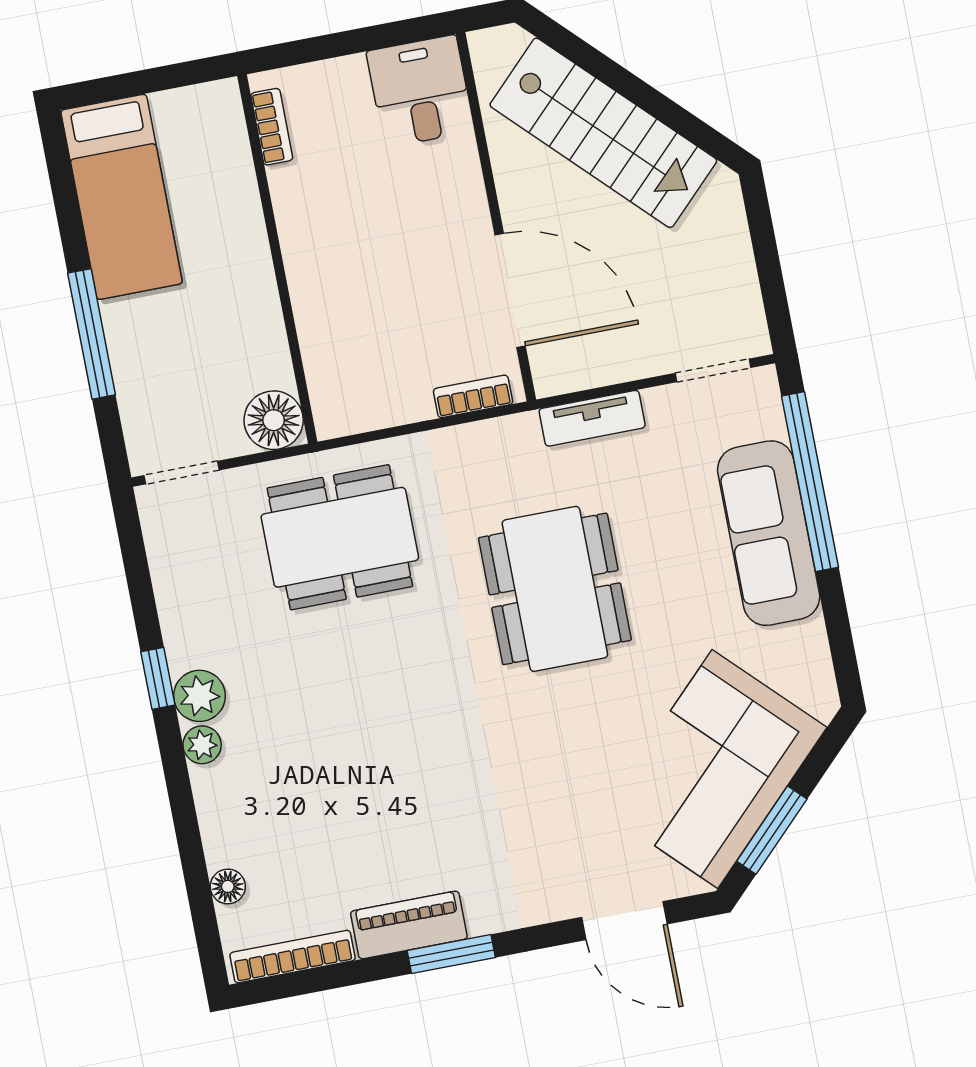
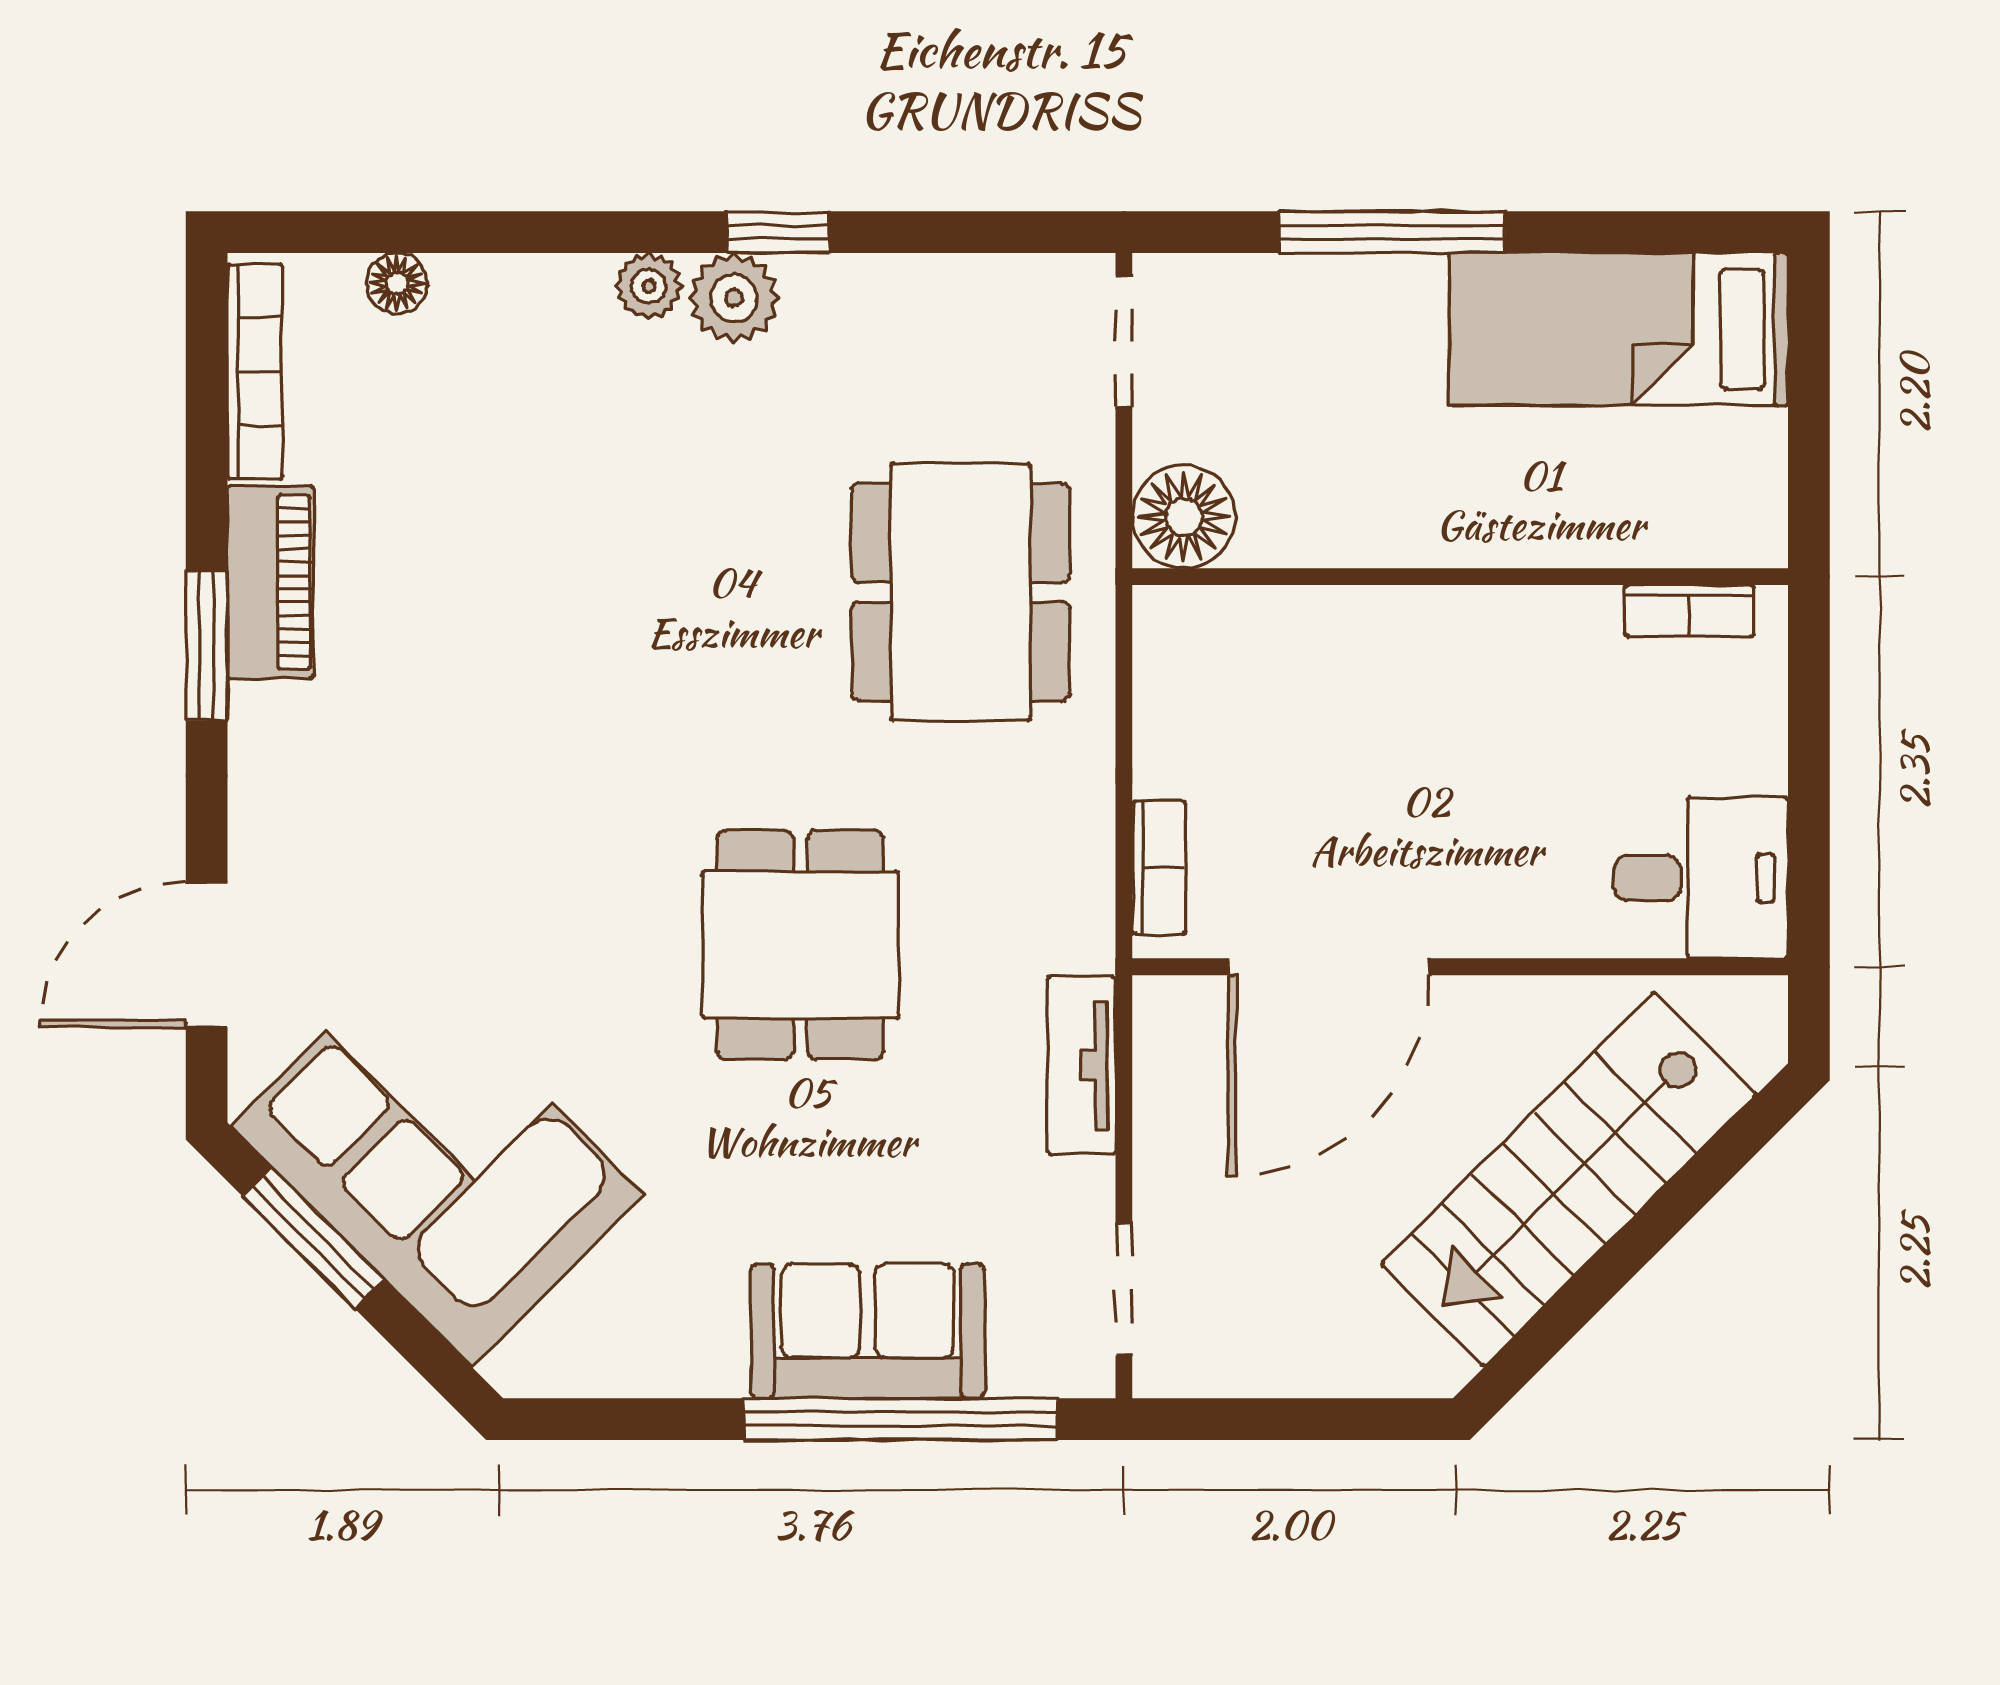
sofa: (769, 533) -> (868, 1331), width x0.73
dining table: (555, 589) -> (800, 945), width x0.73

